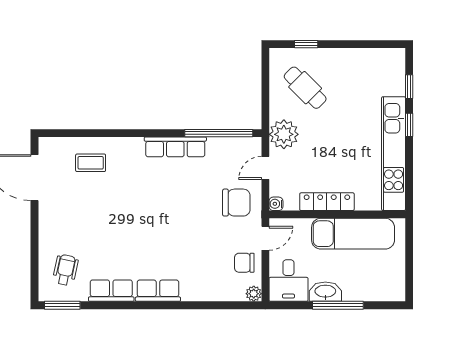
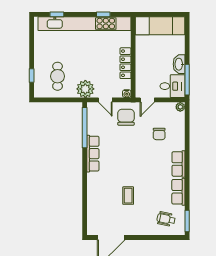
cafe table: (305, 88) -> (58, 76), turned -45
window: (409, 125) -> (103, 14), moved
kitchen unit: (394, 154) -> (84, 24), width x1.36
coffee table: (91, 163) -> (128, 196), moved
exam couch: (353, 234) -> (160, 26), moved, turned 90
door: (265, 238) -> (147, 100), swing flipped
chair: (244, 263) -> (159, 134), moved
window: (338, 305) -> (187, 80), moved

